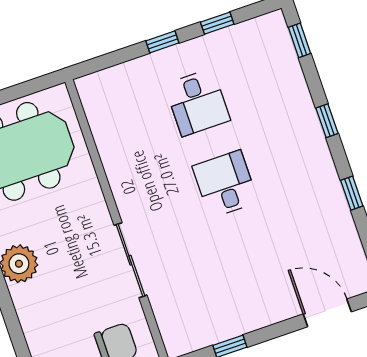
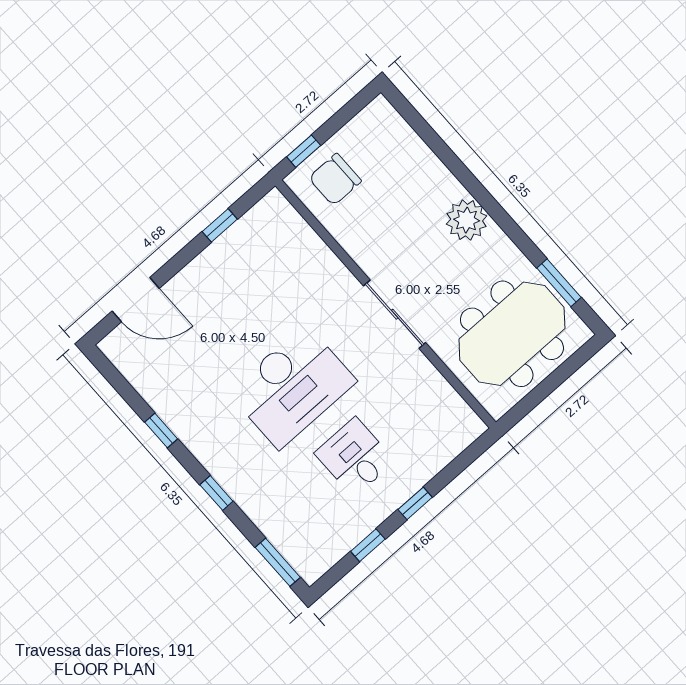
window: (299, 40) -> (278, 562), width x1.50
desk: (225, 184) -> (292, 387), width x1.87, depth x1.30
sliding door: (130, 260) -> (395, 314), moved

